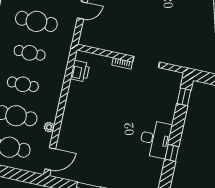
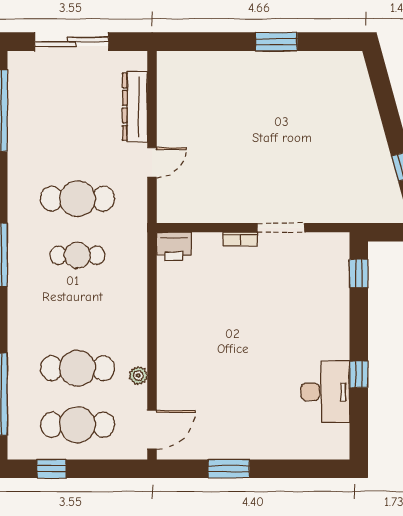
printer: (80, 71) -> (174, 246), moved, turned 90
cafe table: (23, 84) -> (77, 312), removed
desk: (155, 139) -> (325, 392), moved

